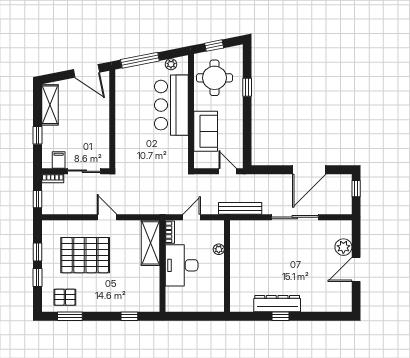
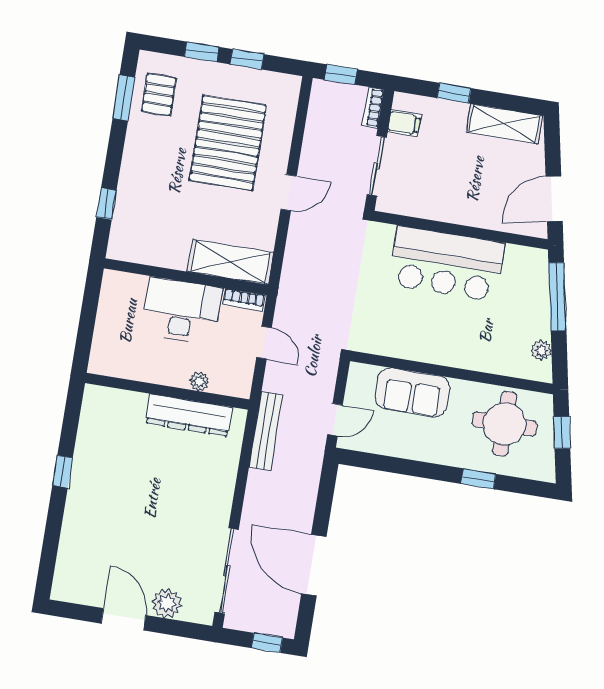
bar counter: (171, 105) -> (447, 264), moved, turned 180
sliding door: (295, 217) -> (227, 571), moved
dresser: (277, 304) -> (189, 415), moved, turned 90

